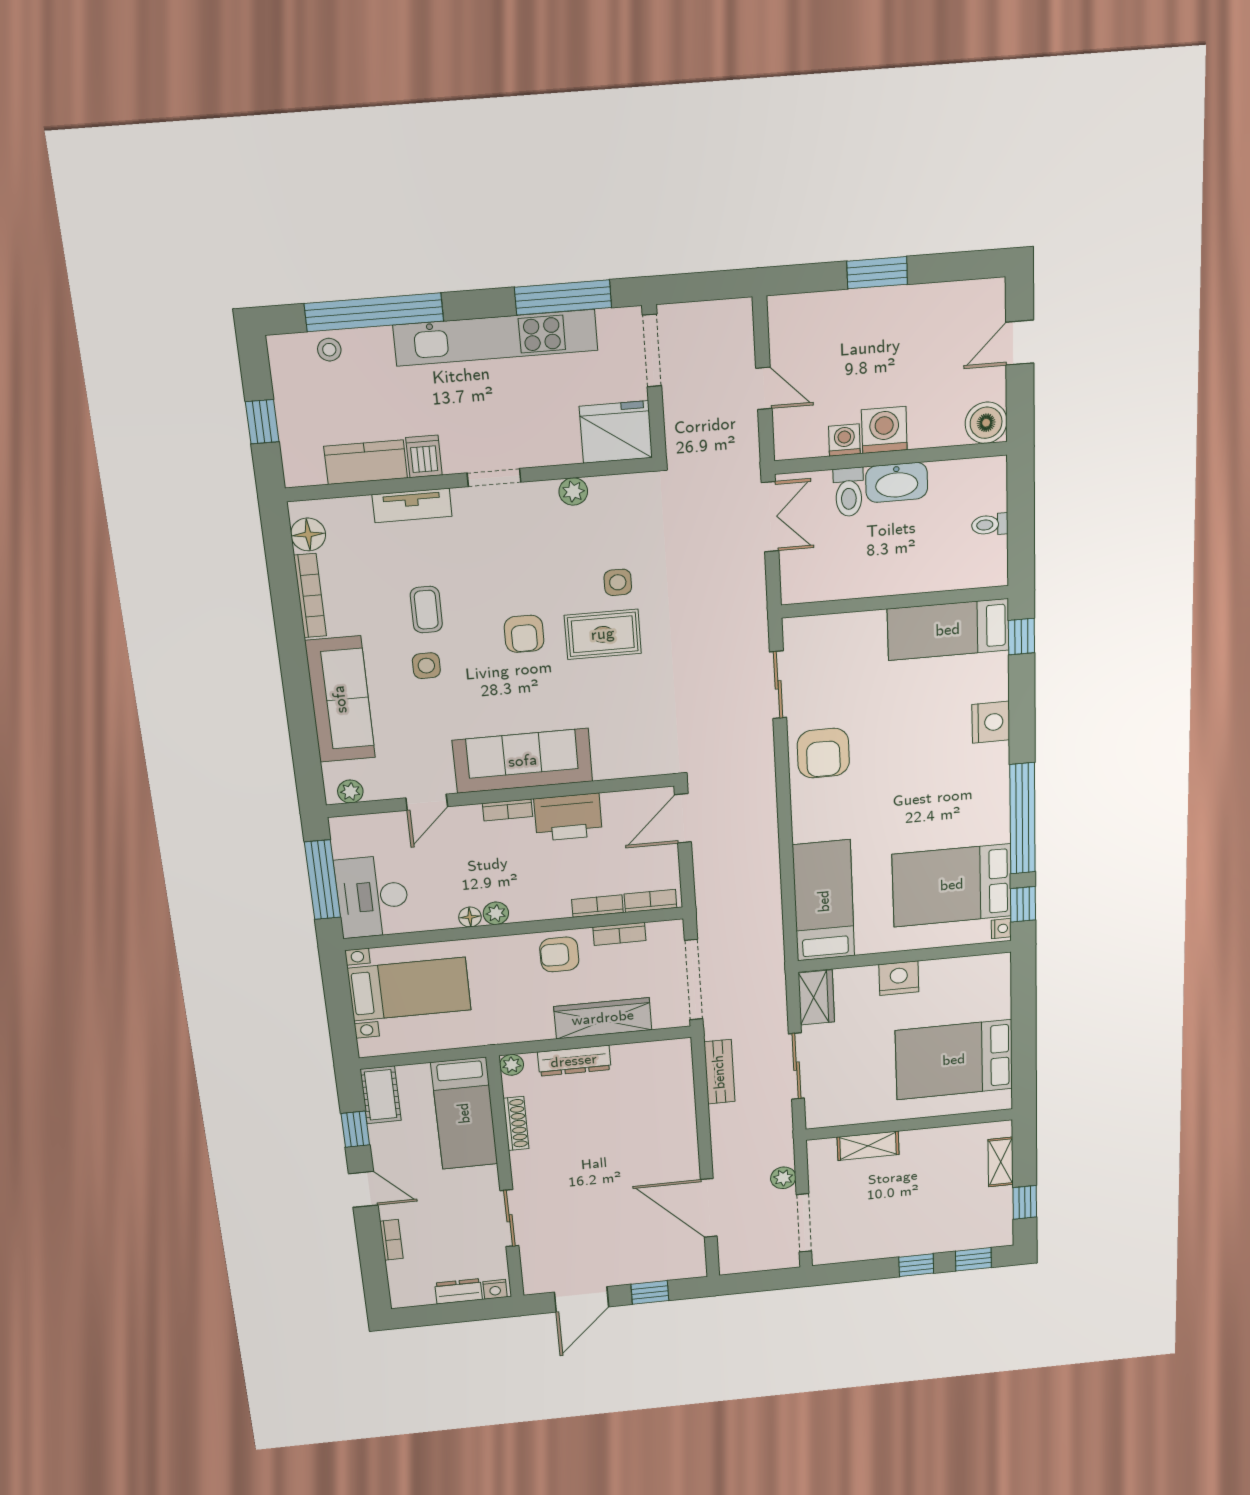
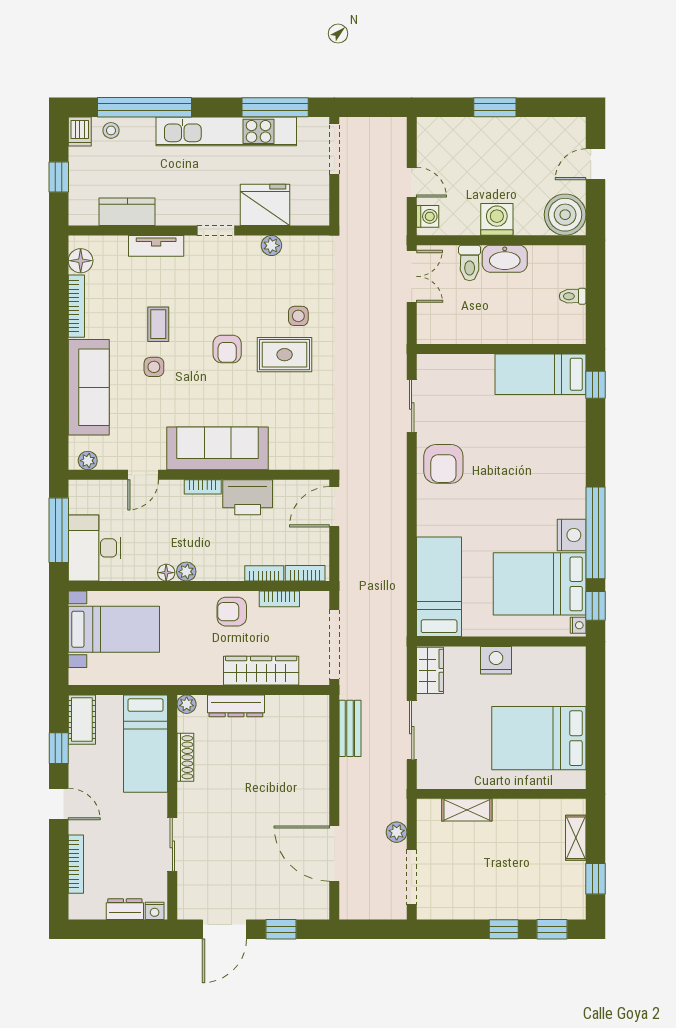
boiler: (986, 423) -> (565, 215), width x1.37, depth x1.37
fridge: (616, 432) -> (265, 205), moved
washing machine: (844, 440) -> (428, 216), moved, turned 90
dishwasher: (424, 456) -> (80, 132), moved, turned 180
nightstand: (991, 722) -> (572, 535), moved
bookcase: (391, 1240) -> (76, 864), width x1.56

